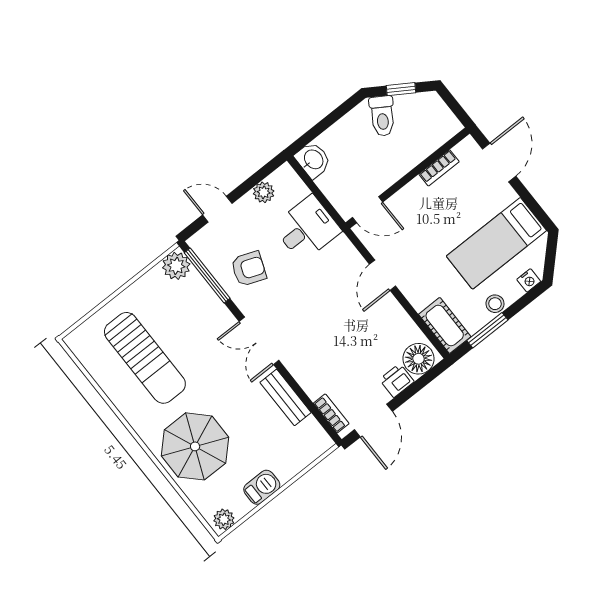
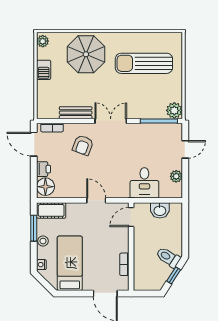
washbasin: (313, 160) -> (160, 210), moved
armchair: (249, 269) -> (83, 145), moved

